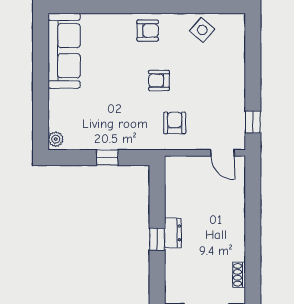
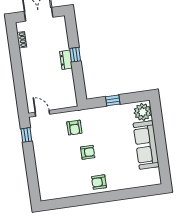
side table: (202, 30) -> (65, 187), removed
sofa: (64, 51) -> (146, 145), moved
plant: (56, 139) -> (143, 112), width x1.87, depth x1.87

